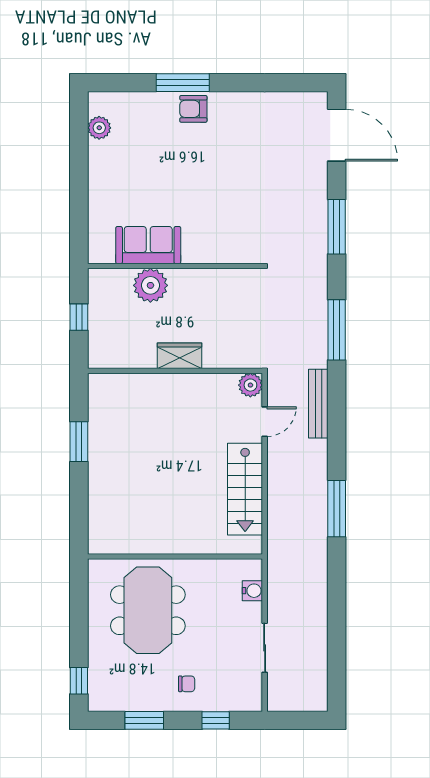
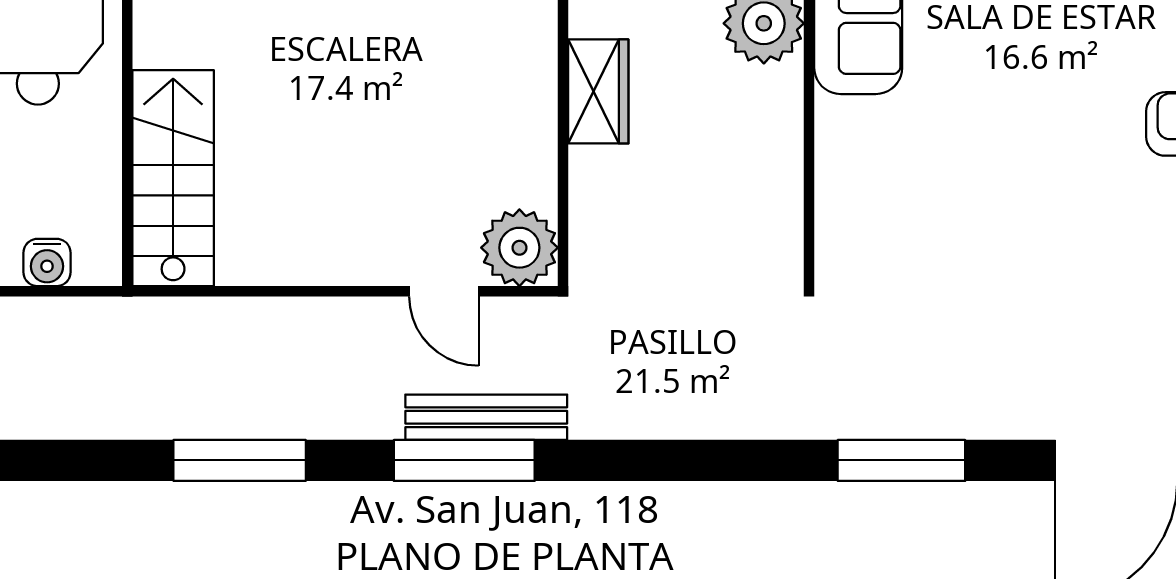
window: (337, 330) -> (464, 460), moved
plant: (250, 385) -> (519, 248), width x1.36, depth x1.36
stairs: (245, 489) -> (173, 178), moved, turned 90

